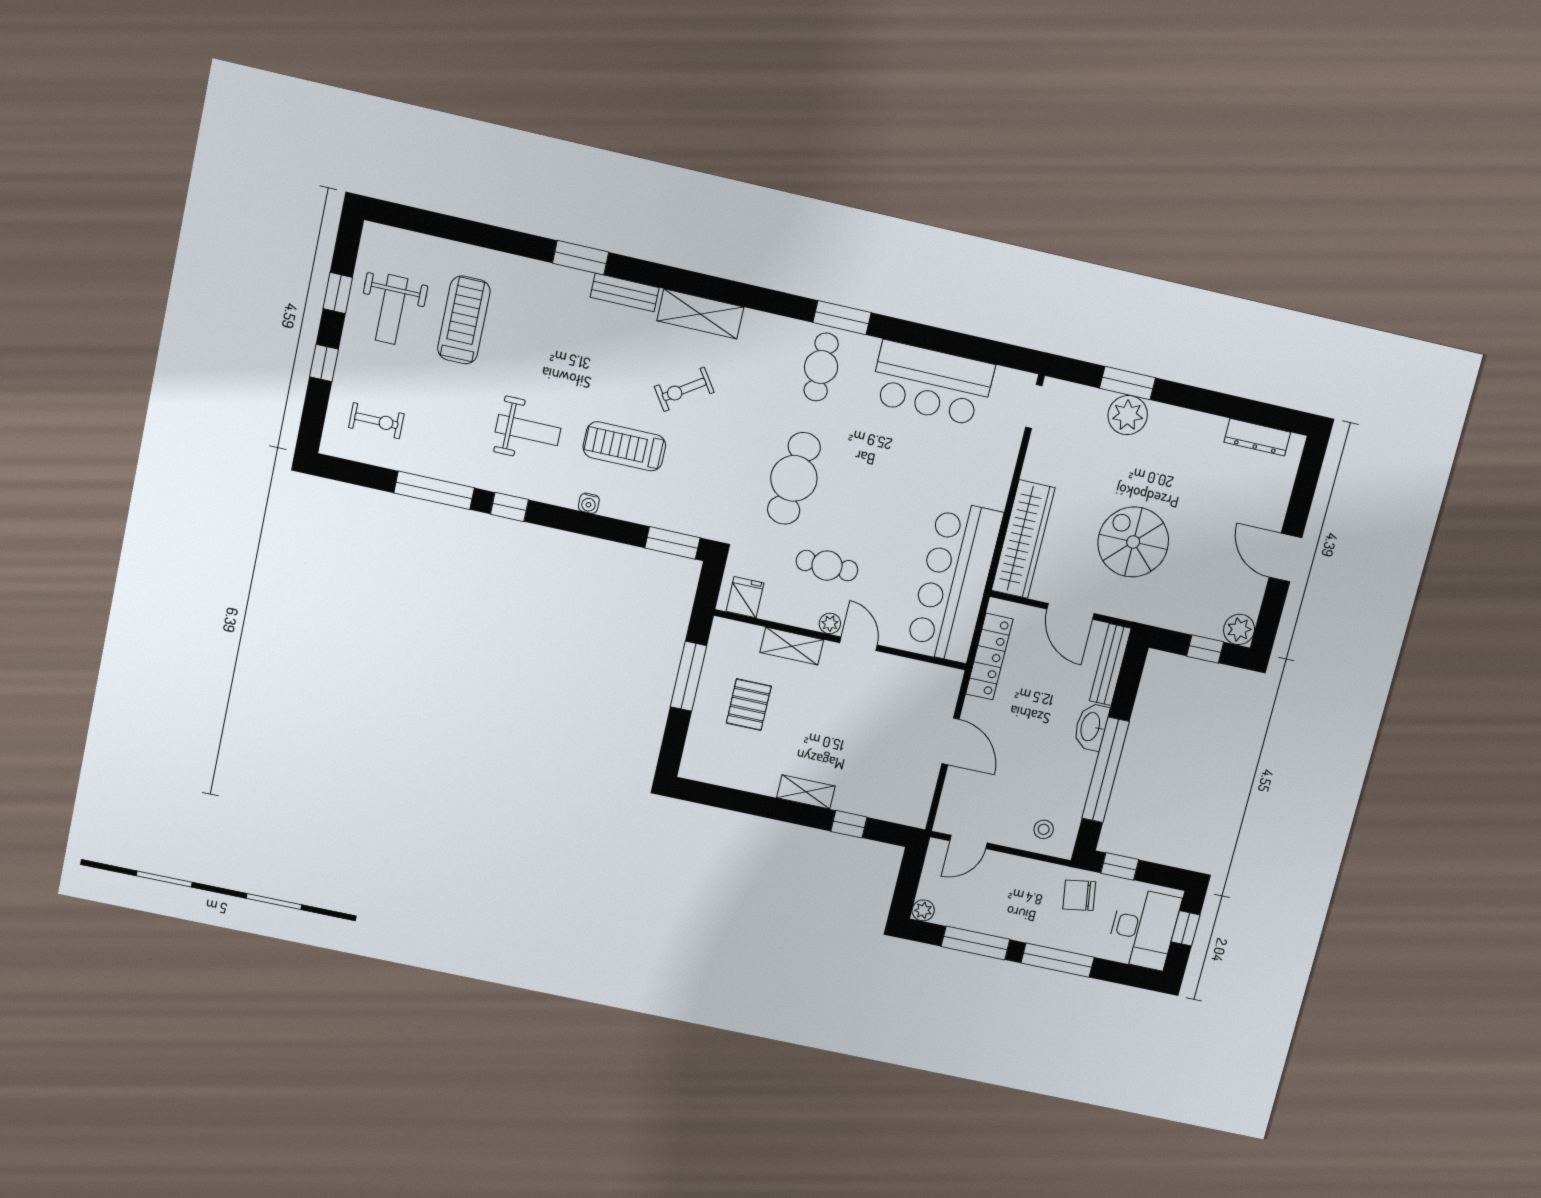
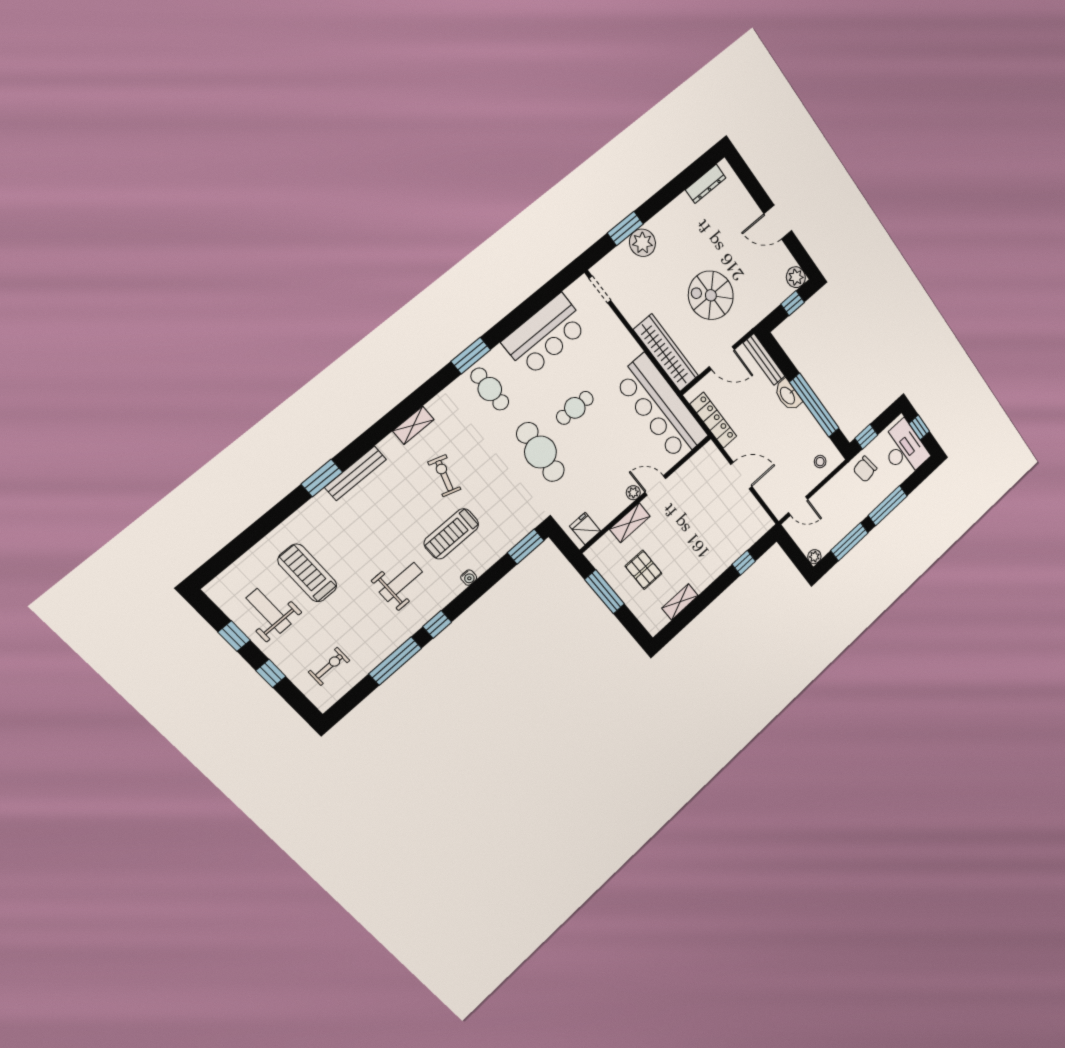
bench: (625, 292) -> (355, 473), width x1.36
weight bench: (392, 309) -> (269, 611), turned 180
shelving: (700, 314) -> (413, 425), width x0.67, depth x0.75
exercise bike: (684, 389) -> (444, 476), turned 141
cafe table: (827, 566) -> (575, 408), moved
shelving: (806, 792) -> (680, 602), moved
door: (968, 842) -> (798, 506), hinge flipped

